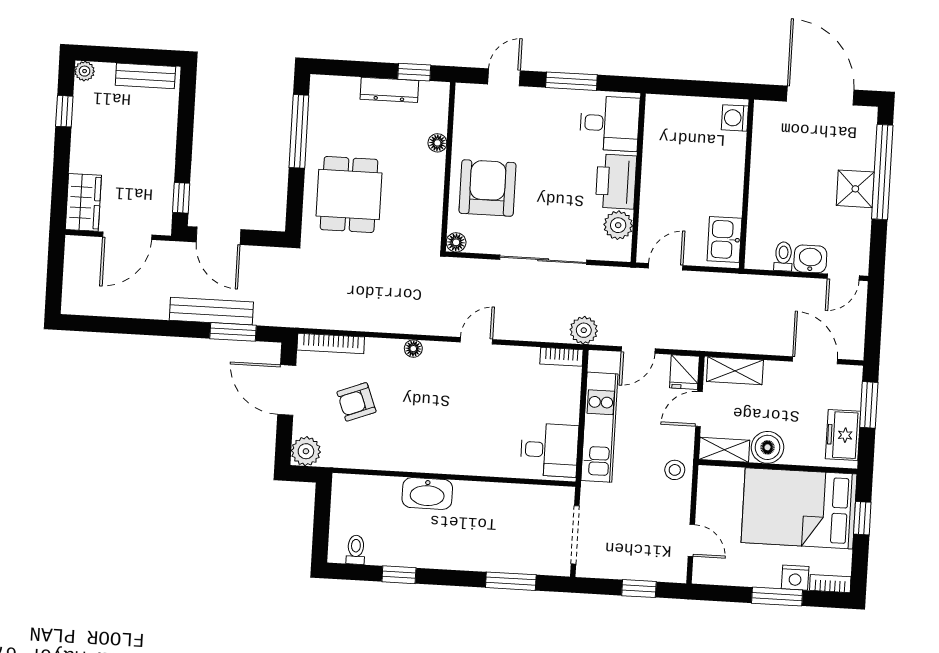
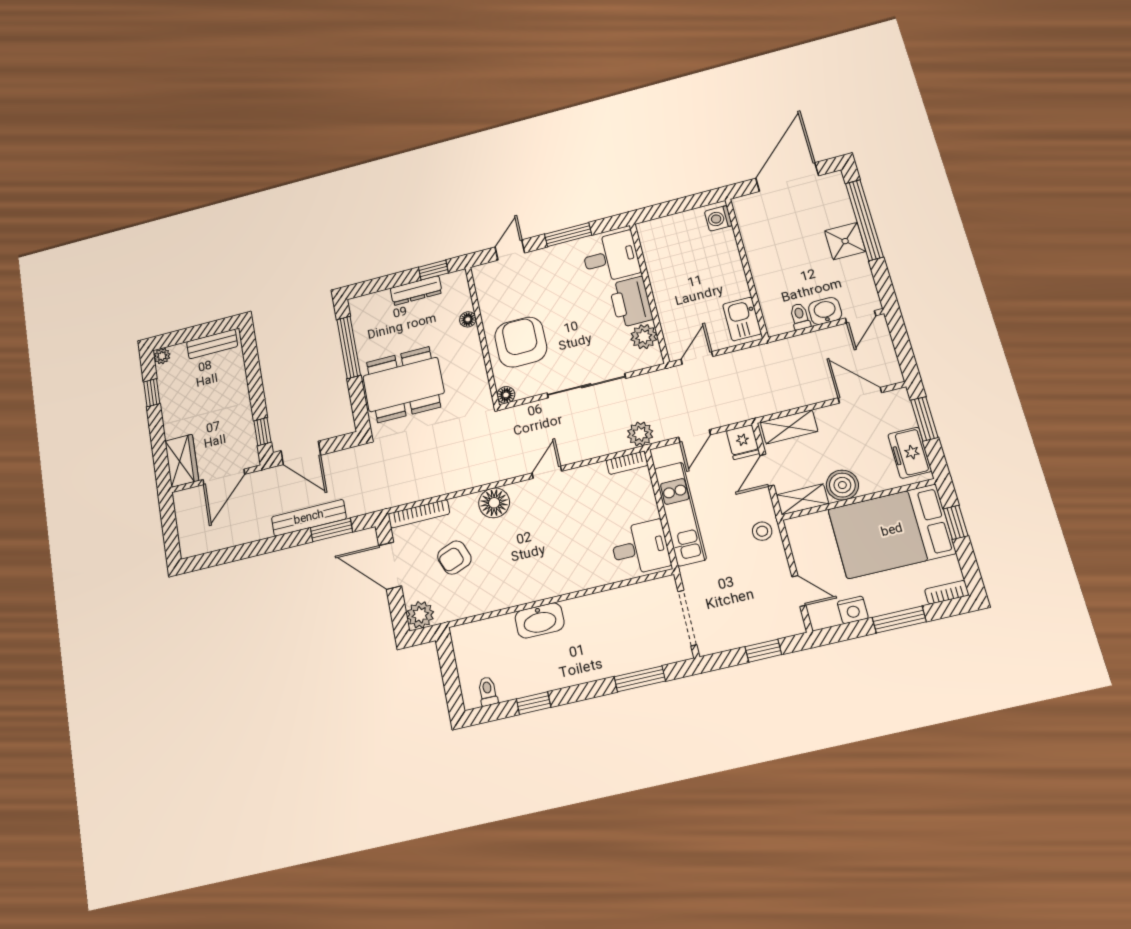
door: (820, 96) -> (787, 177), hinge flipped
dining table: (349, 195) -> (403, 385), width x1.38
floor lamp: (413, 349) -> (494, 503), width x1.89, depth x1.89
nightstand: (795, 578) -> (853, 610), moved

